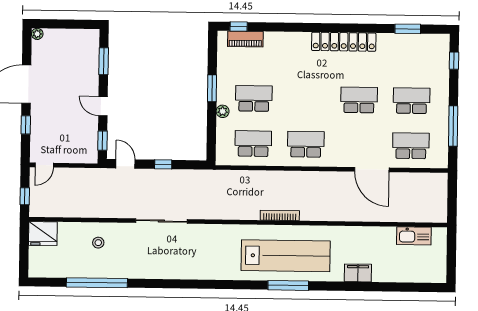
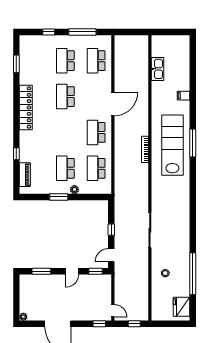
window: (239, 26) -> (16, 154), moved
window: (454, 61) -> (49, 32), moved
window: (26, 125) -> (99, 324), moved
door: (372, 170) -> (113, 104), moved
fridge: (43, 234) -> (181, 307), moved, turned 180
kitchen sink: (414, 236) -> (158, 69), moved
filing cabinet: (358, 273) -> (184, 96), width x0.50

